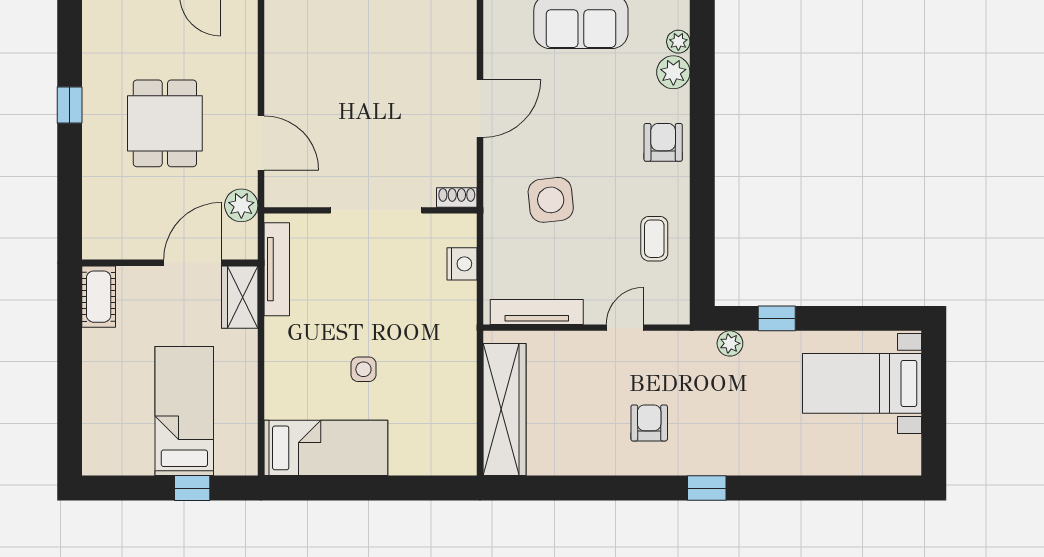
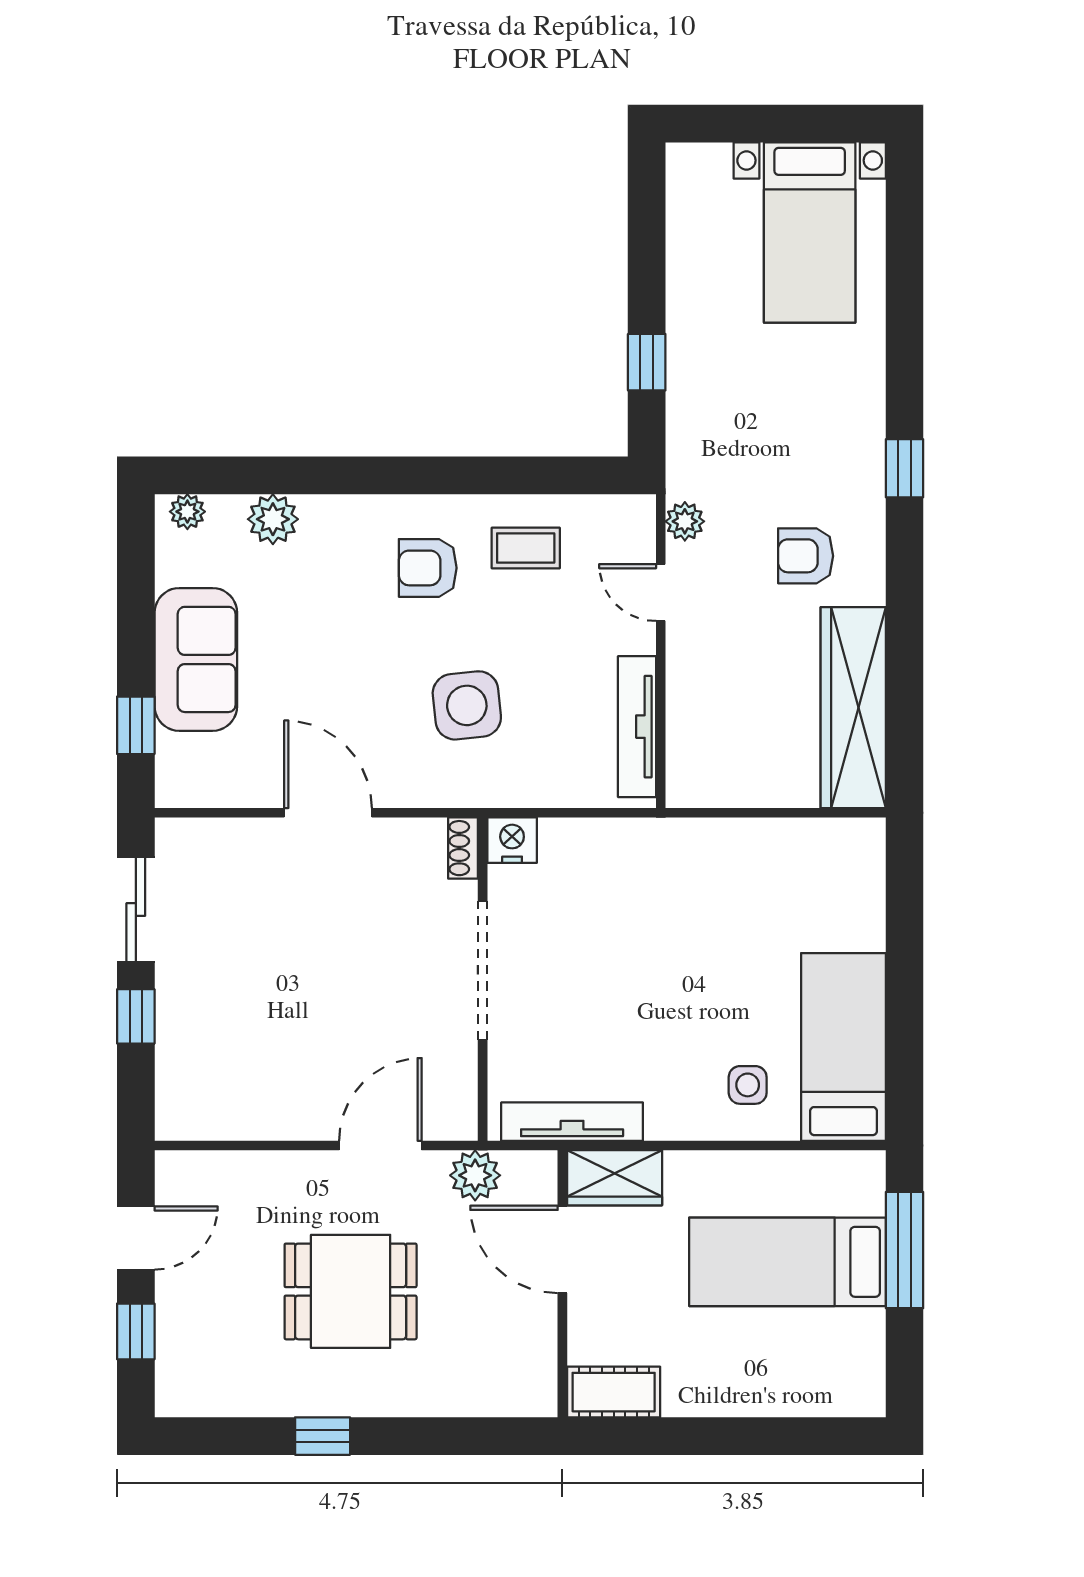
plant: (678, 42) -> (187, 512), moved
armchair: (663, 142) -> (428, 568), moved
nightstand: (462, 264) -> (512, 840), moved
plant: (730, 343) -> (685, 521), moved
side table: (363, 369) -> (748, 1085), moved
bed with nightstands: (862, 383) -> (810, 233), moved
wardrobe: (505, 410) -> (853, 708), moved, turned -90
window: (192, 488) -> (905, 1250), width x2.17

